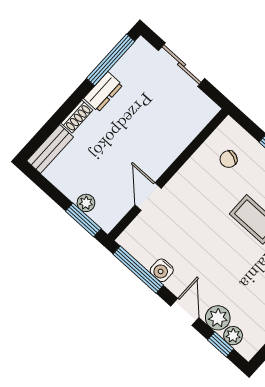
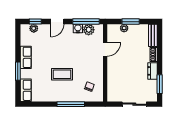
window: (111, 60) -> (160, 84), width x0.69
door: (148, 197) -> (105, 49), hinge flipped
window: (83, 220) -> (131, 22), moved
door: (185, 312) -> (57, 22), hinge flipped
plant: (218, 318) -> (89, 30), moved

